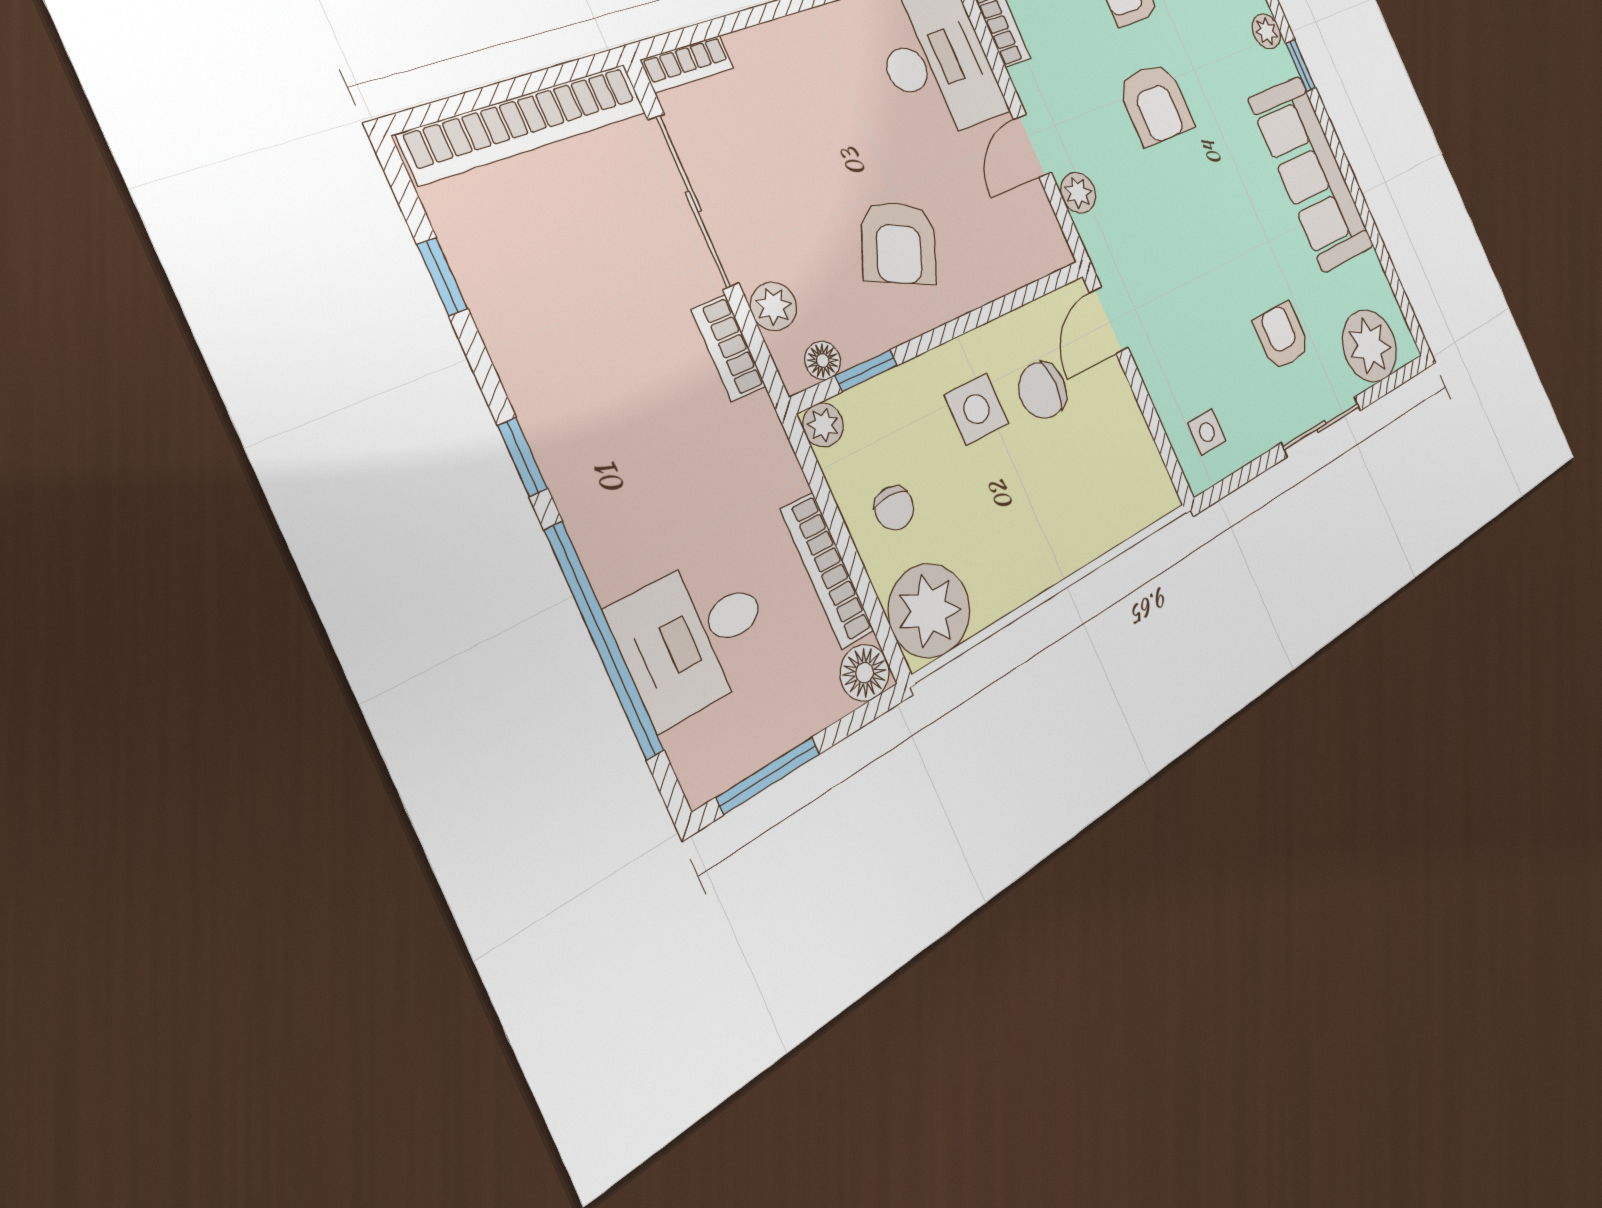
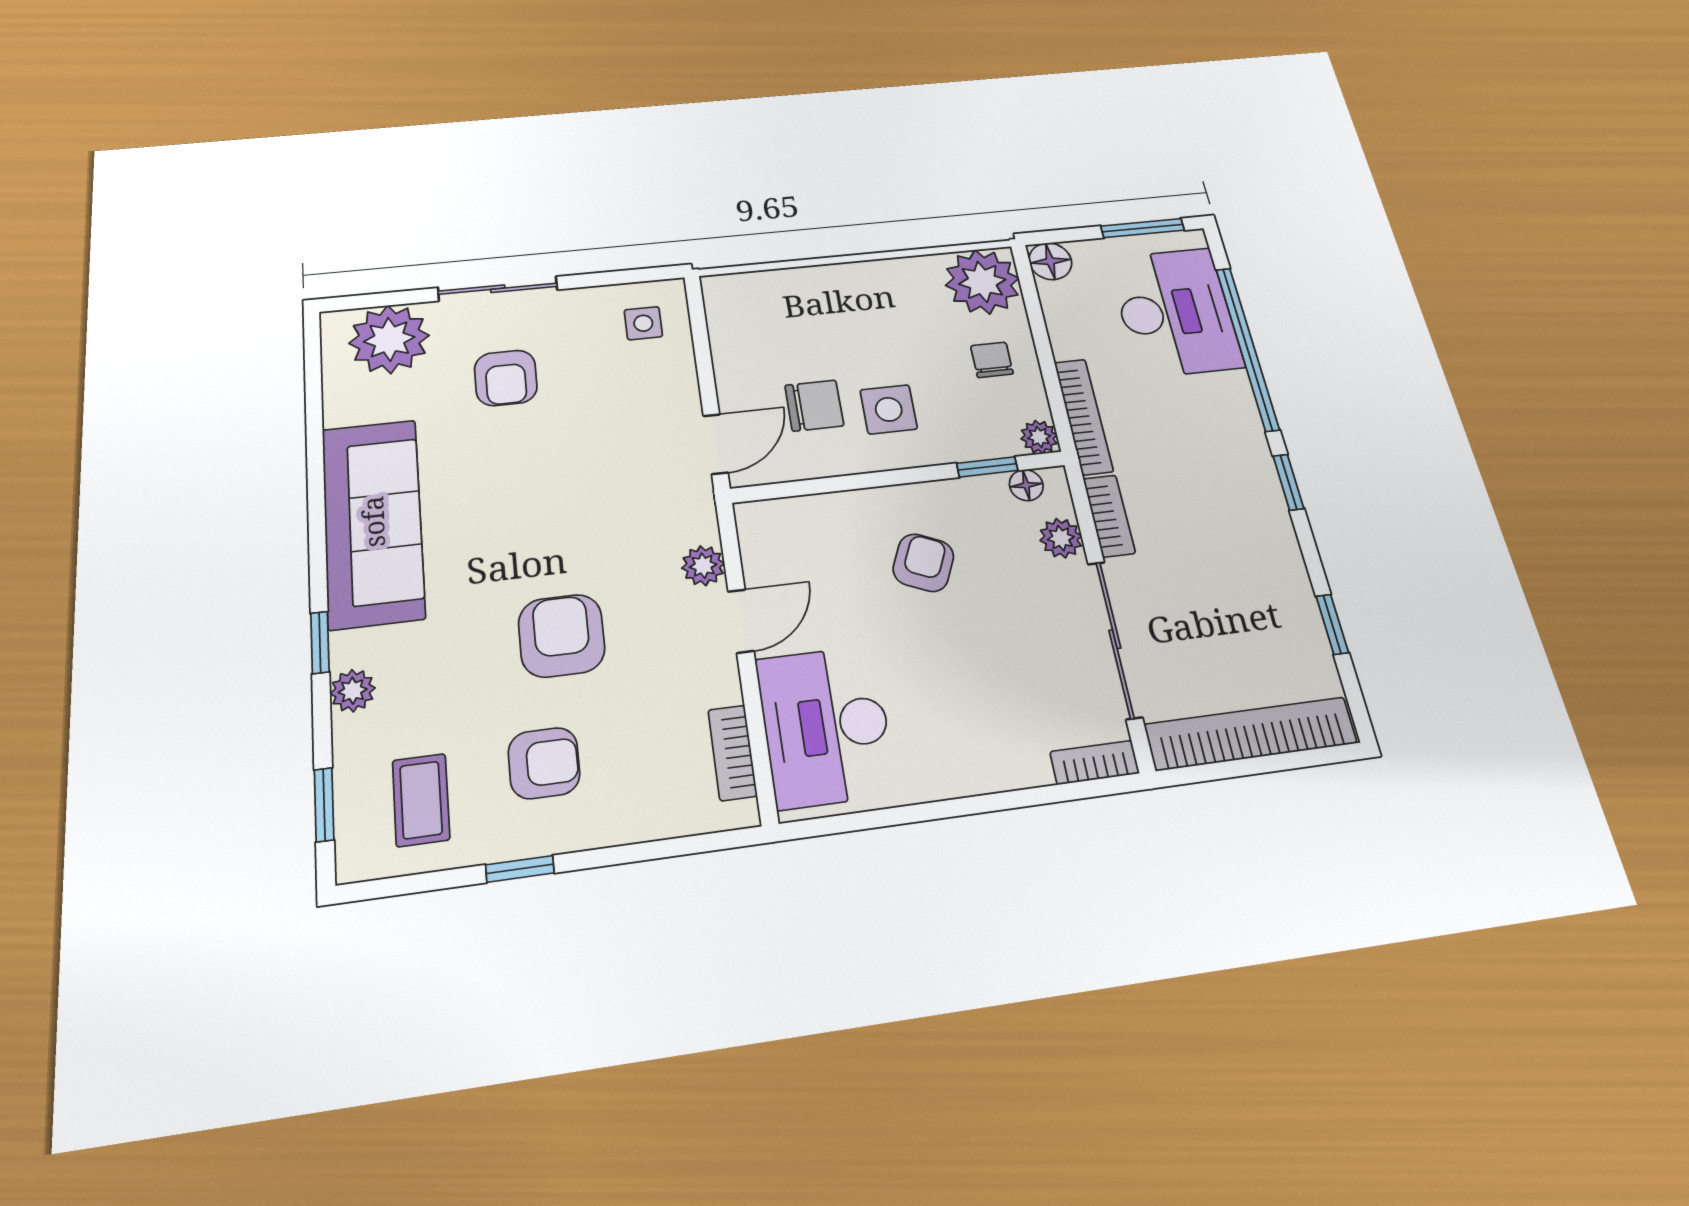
armchair: (899, 243) -> (923, 563), width x0.72, depth x0.72
bookcase: (827, 570) -> (1084, 416), moved
desk: (695, 636) -> (1175, 312), width x1.37

